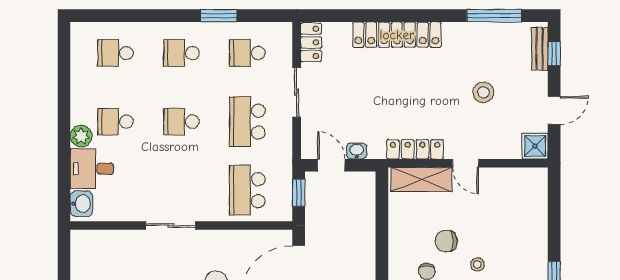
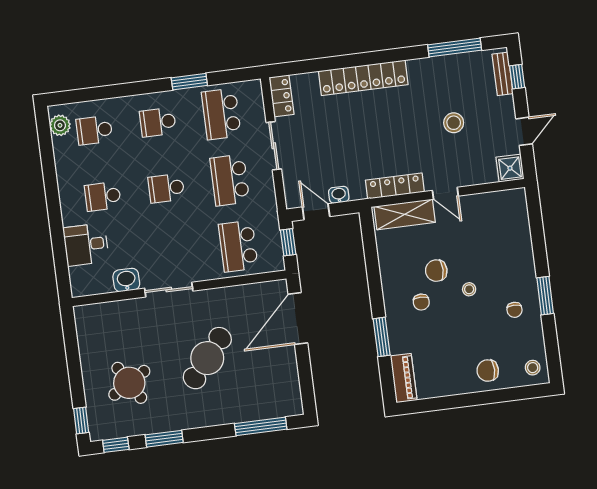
school desk: (247, 53) -> (221, 114), width x1.85
plant: (81, 136) -> (60, 125), moved
washbasin: (81, 204) -> (126, 280), moved, turned -90

